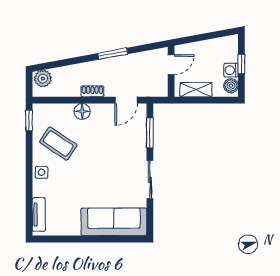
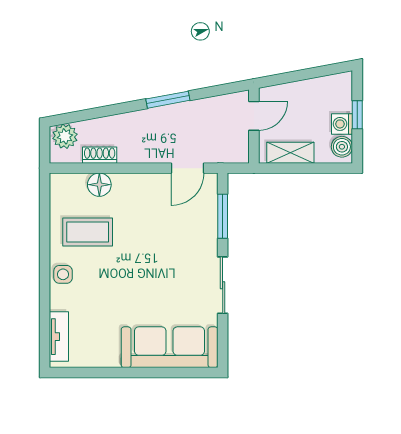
shoe rack: (92, 91) -> (100, 155), moved
floor lamp: (82, 111) -> (99, 185), moved
window: (29, 121) -> (45, 198), removed
coffee table: (58, 144) -> (88, 232), turned -34

